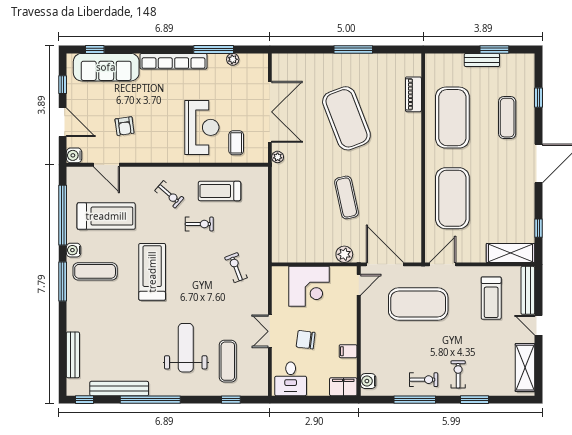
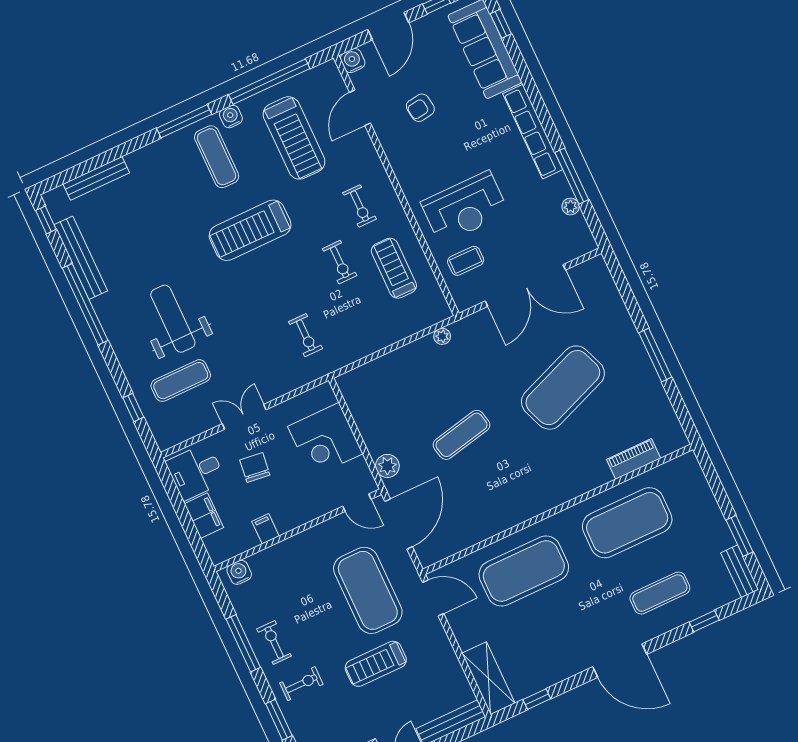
bench: (482, 60) -> (740, 571), moved
plant: (278, 157) -> (442, 336), moved
exercise bike: (169, 194) -> (360, 206), turned -41
exercise bike: (236, 268) -> (306, 335), turned 111
treadmill: (152, 272) -> (250, 230), turned 180
treadmill: (491, 298) -> (376, 664), moved
weight bench: (186, 348) -> (173, 319), turned -90
exercise bike: (424, 380) -> (274, 643), turned 180
filing cabinet: (343, 387) -> (204, 516), moved

